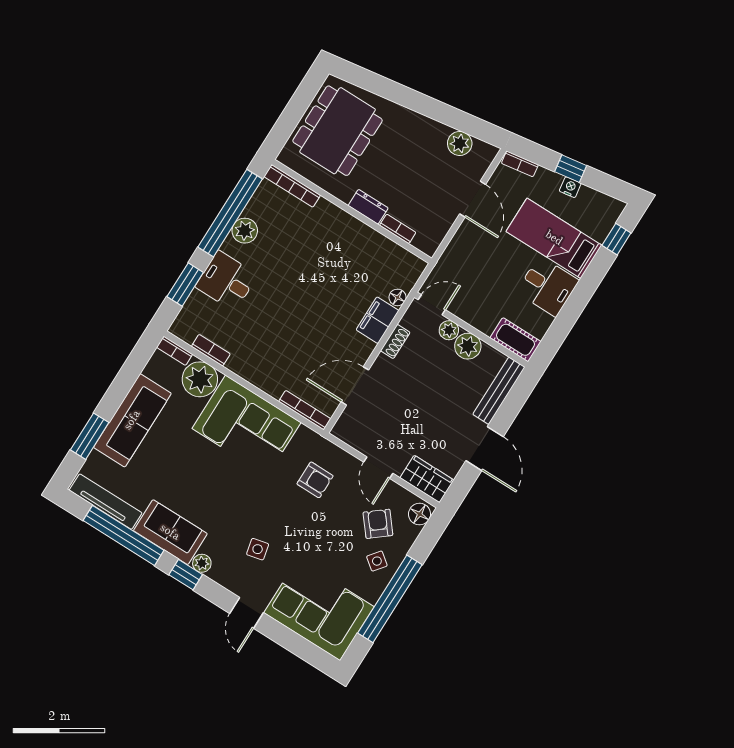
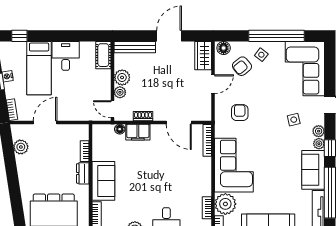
sofa: (340, 229) -> (103, 181), added
plant: (220, 574) -> (319, 131), added

